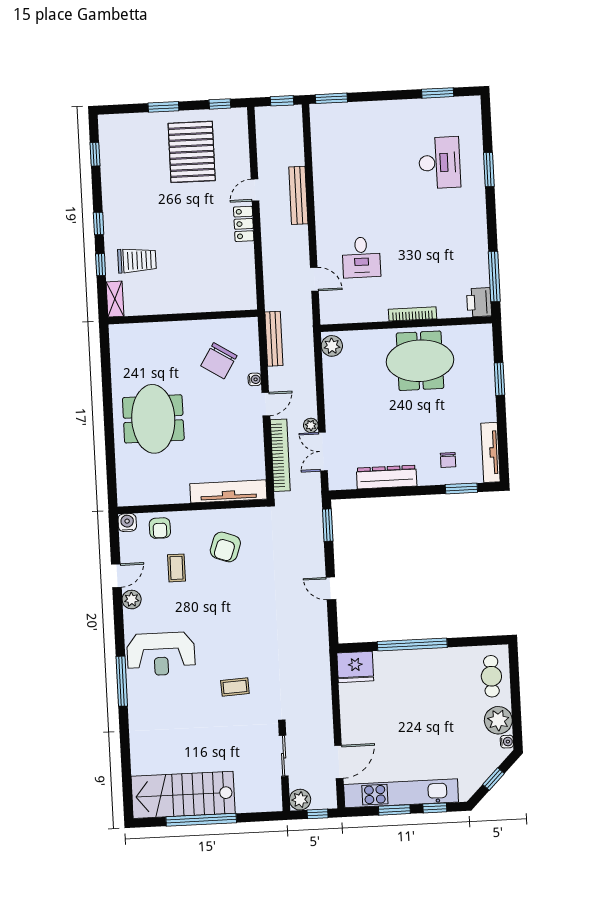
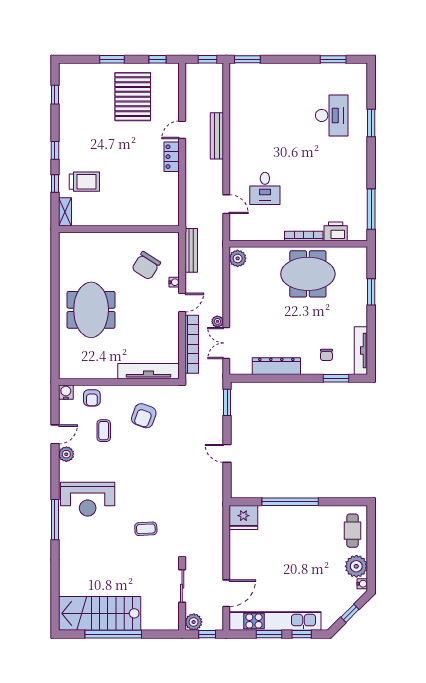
printer: (479, 302) -> (336, 231), moved, turned 90

